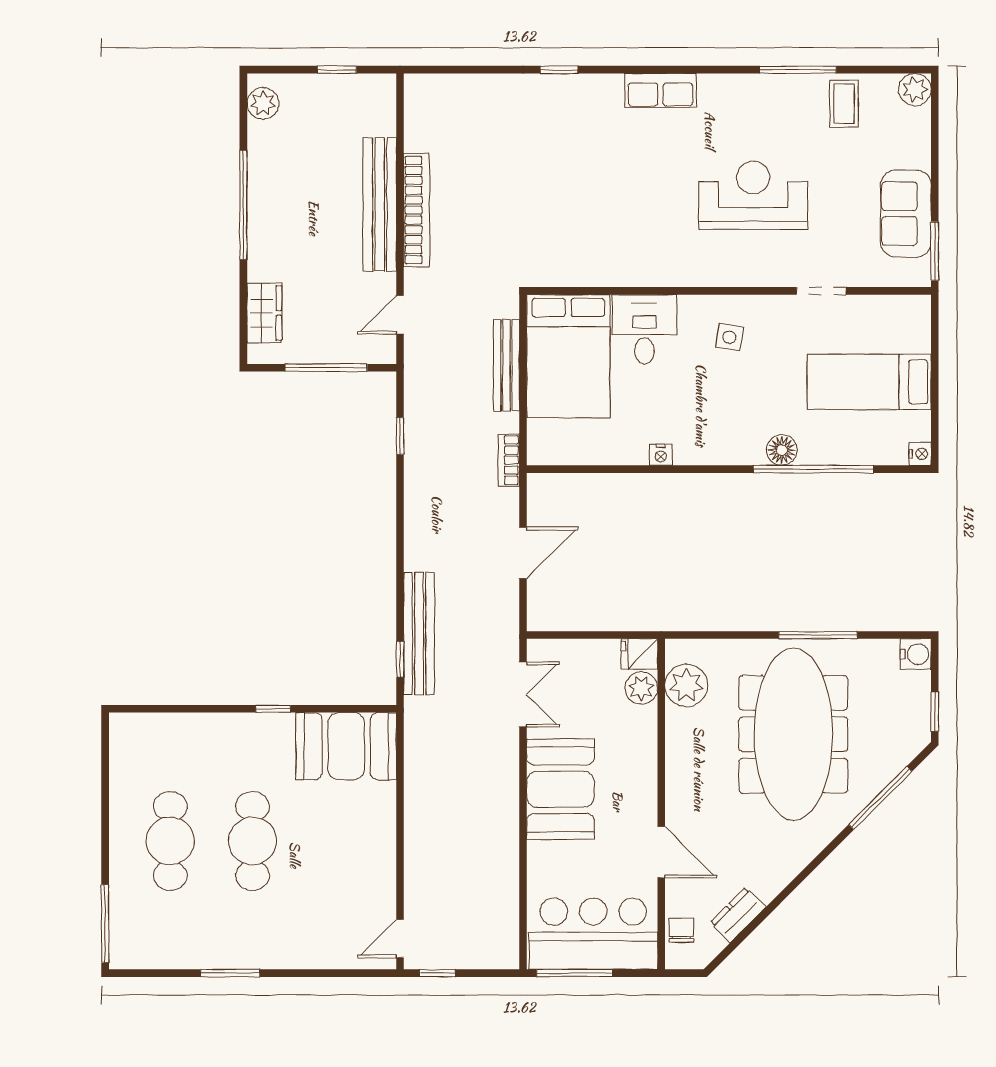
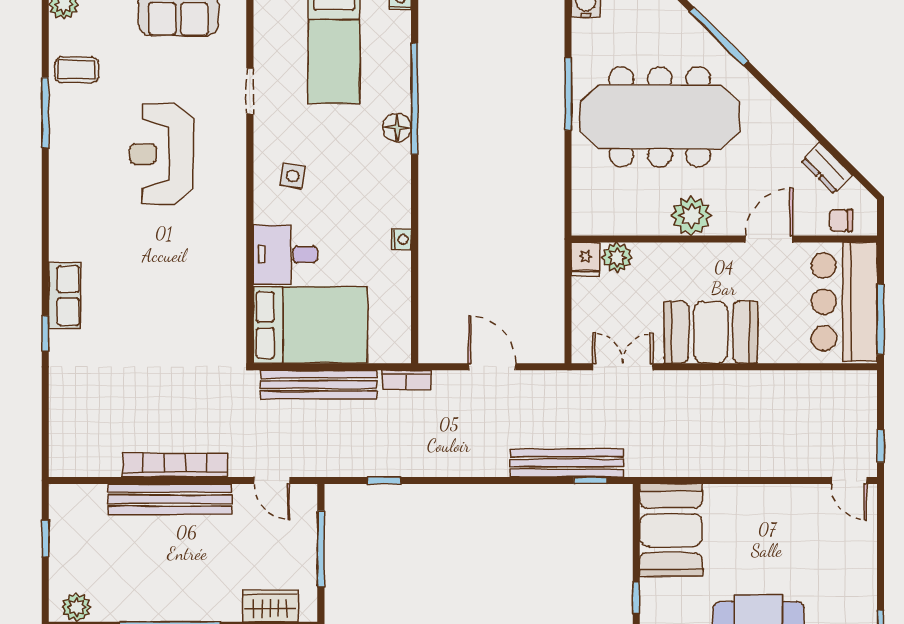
row of seats: (660, 90) -> (64, 295), moved
bench: (506, 365) -> (319, 385), width x1.37, depth x1.21
plant: (686, 685) -> (691, 216), moved

